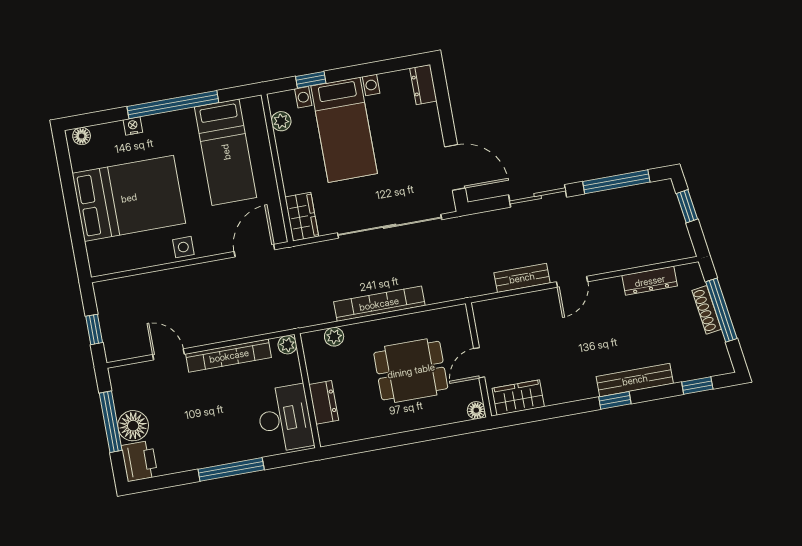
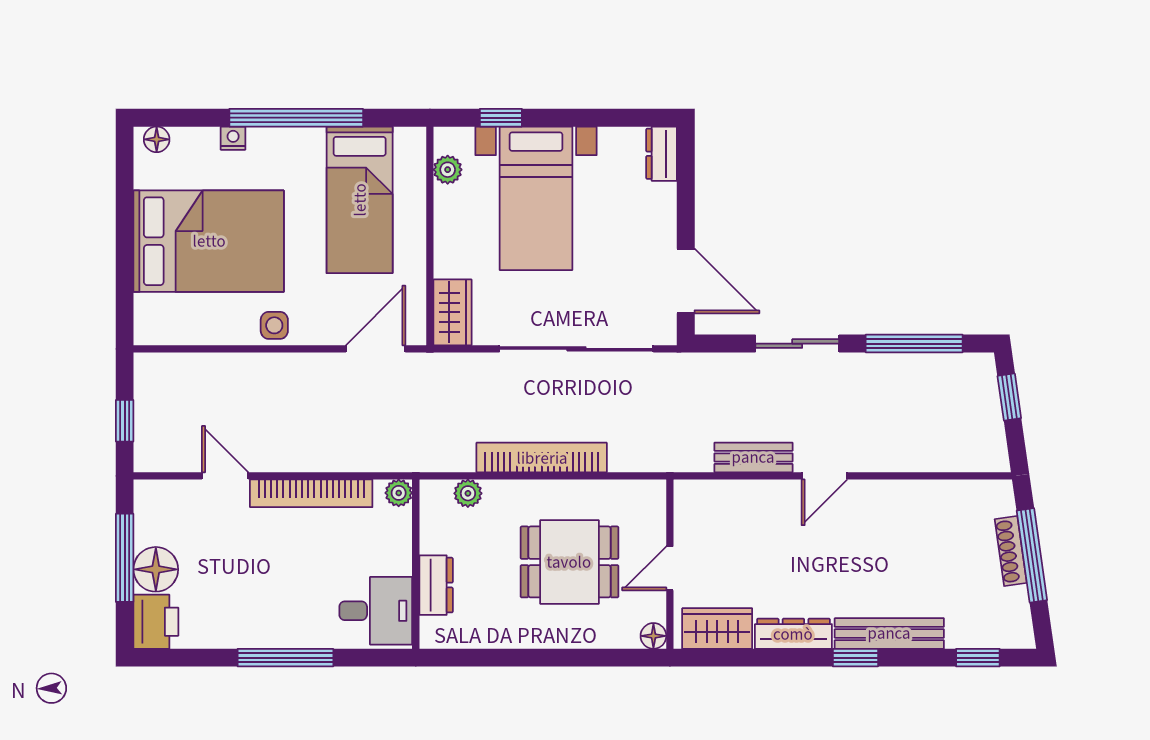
dresser: (650, 281) -> (793, 634), moved, turned 180
desk: (285, 418) -> (376, 611), width x0.73

